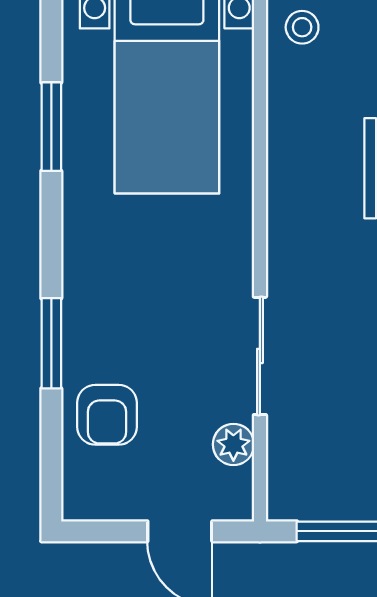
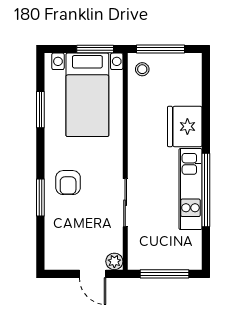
armchair: (107, 415) -> (68, 183), moved
plant: (233, 444) -> (114, 261), moved

